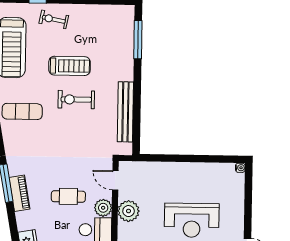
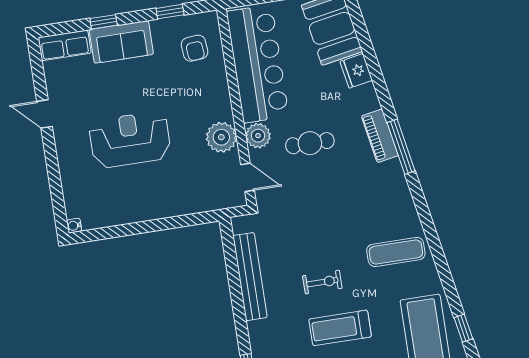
exercise bike: (76, 100) -> (322, 282), width x0.73, depth x0.72

